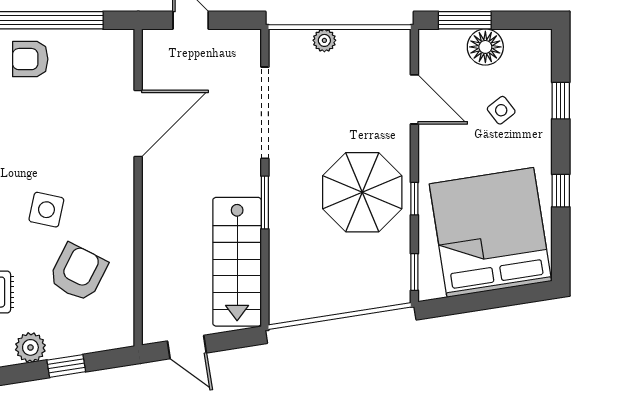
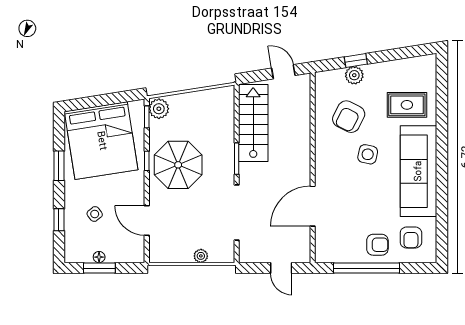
window: (465, 20) -> (99, 268), moved
floor lamp: (485, 47) -> (99, 257), width x0.53, depth x0.53
window: (561, 191) -> (59, 166), width x1.50
plant: (394, 286) -> (159, 109), added
plant: (30, 347) -> (354, 75), moved

